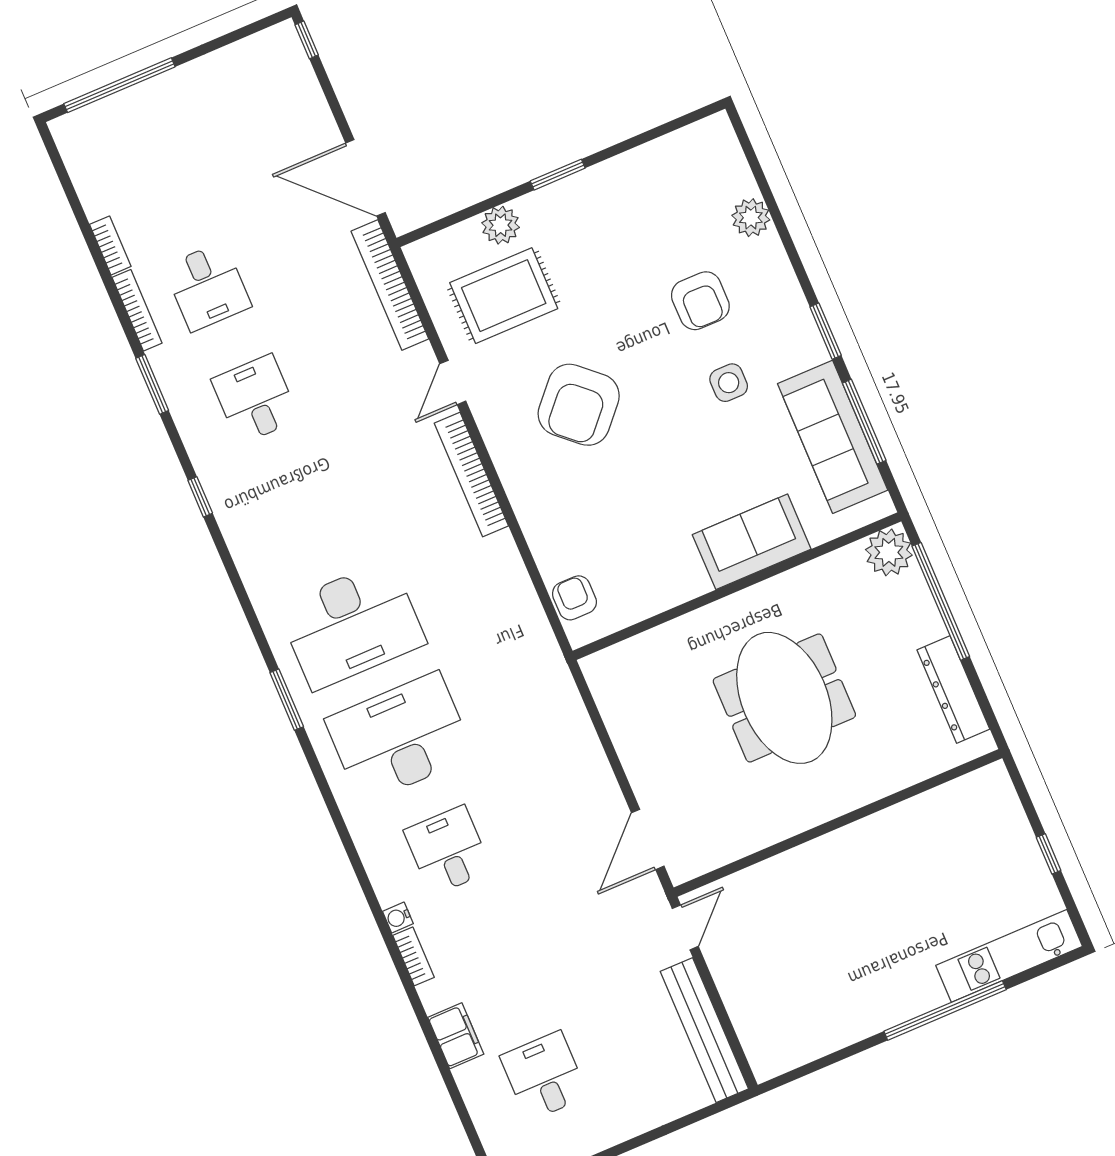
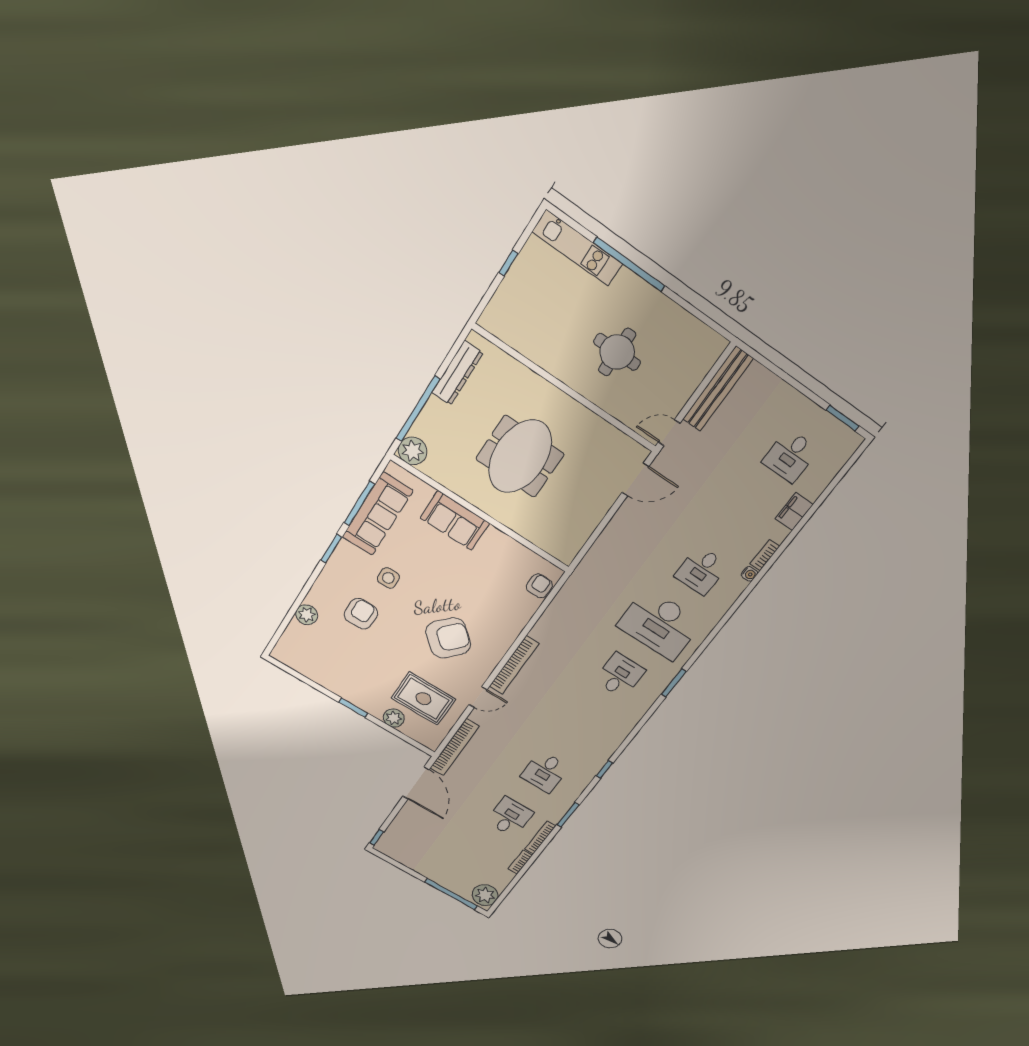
plant: (82, 141) -> (485, 895), added
armchair: (574, 598) -> (539, 586), turned 180
desk: (352, 625) -> (620, 675), width x0.53, depth x0.77
round table: (842, 924) -> (617, 352), added

